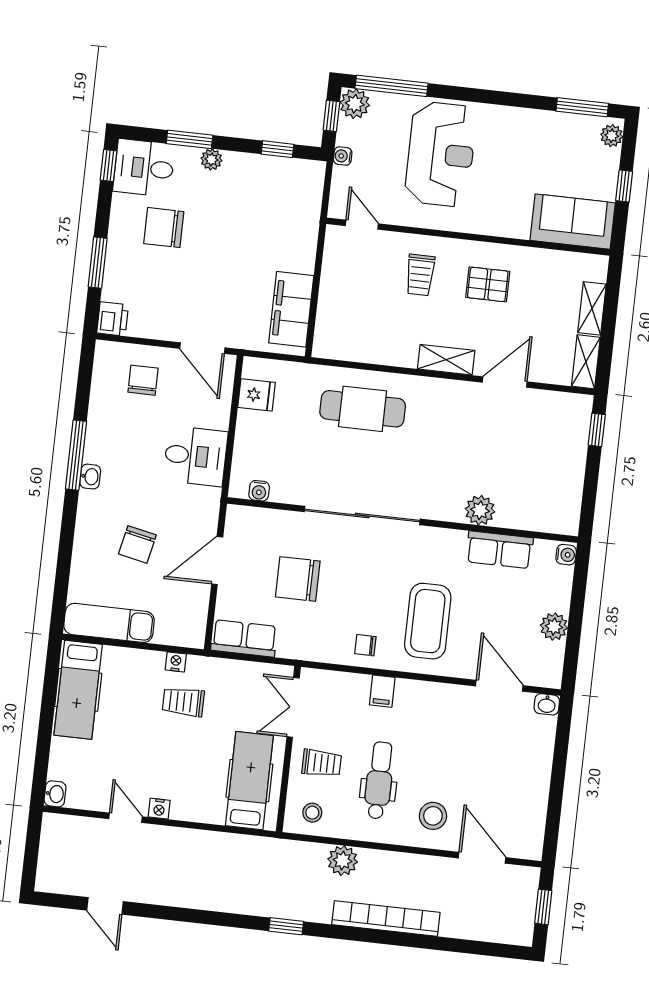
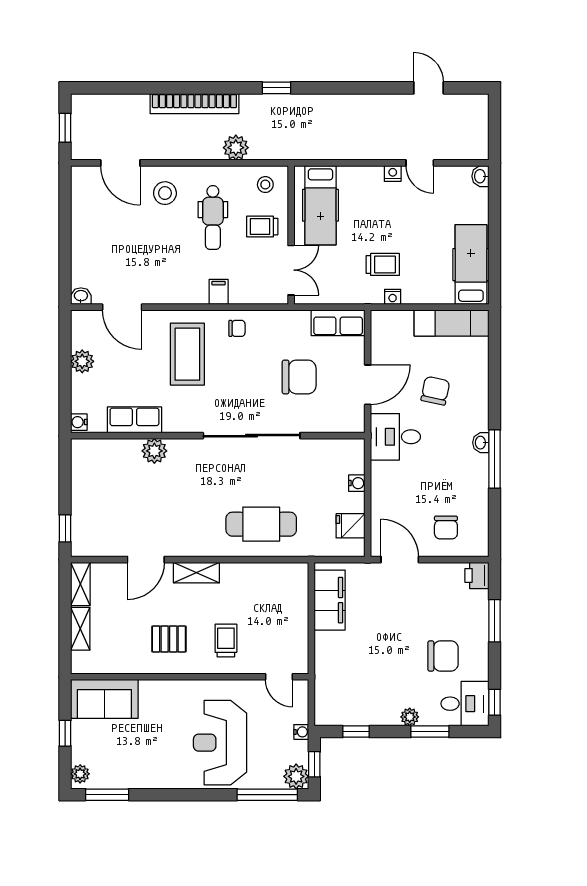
desk: (195, 456) -> (395, 437), moved
water cooler: (259, 491) -> (357, 483), moved, turned 90

